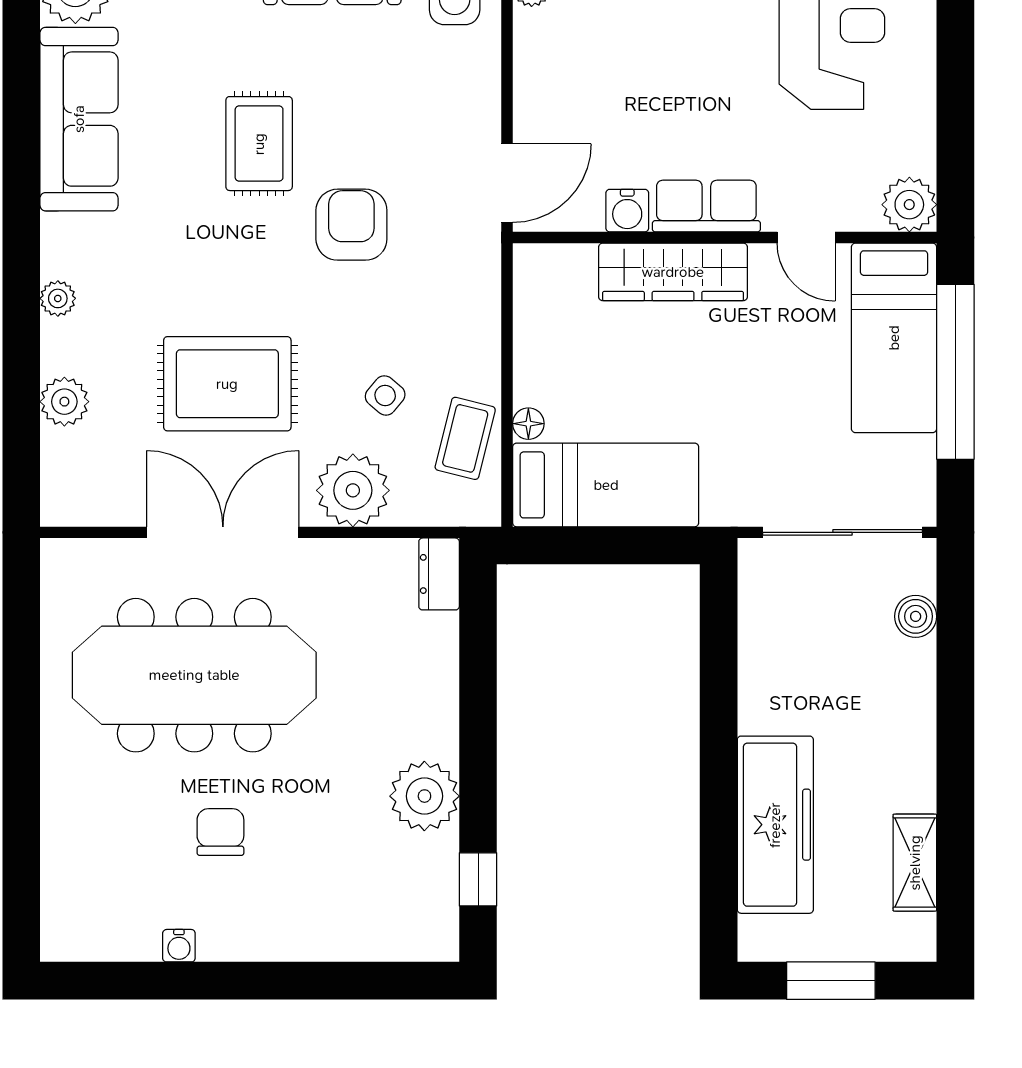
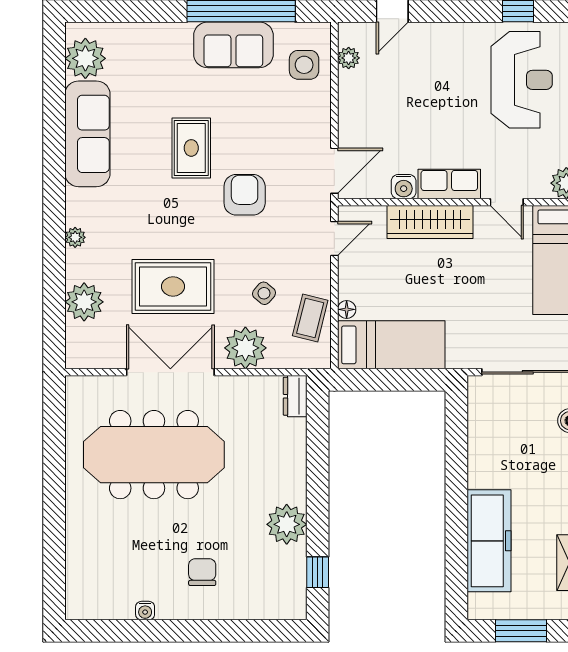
door: (507, 301) -> (334, 239), added
plant: (64, 402) -> (84, 302), width x1.36, depth x1.36
chair: (220, 832) -> (202, 572), moved

